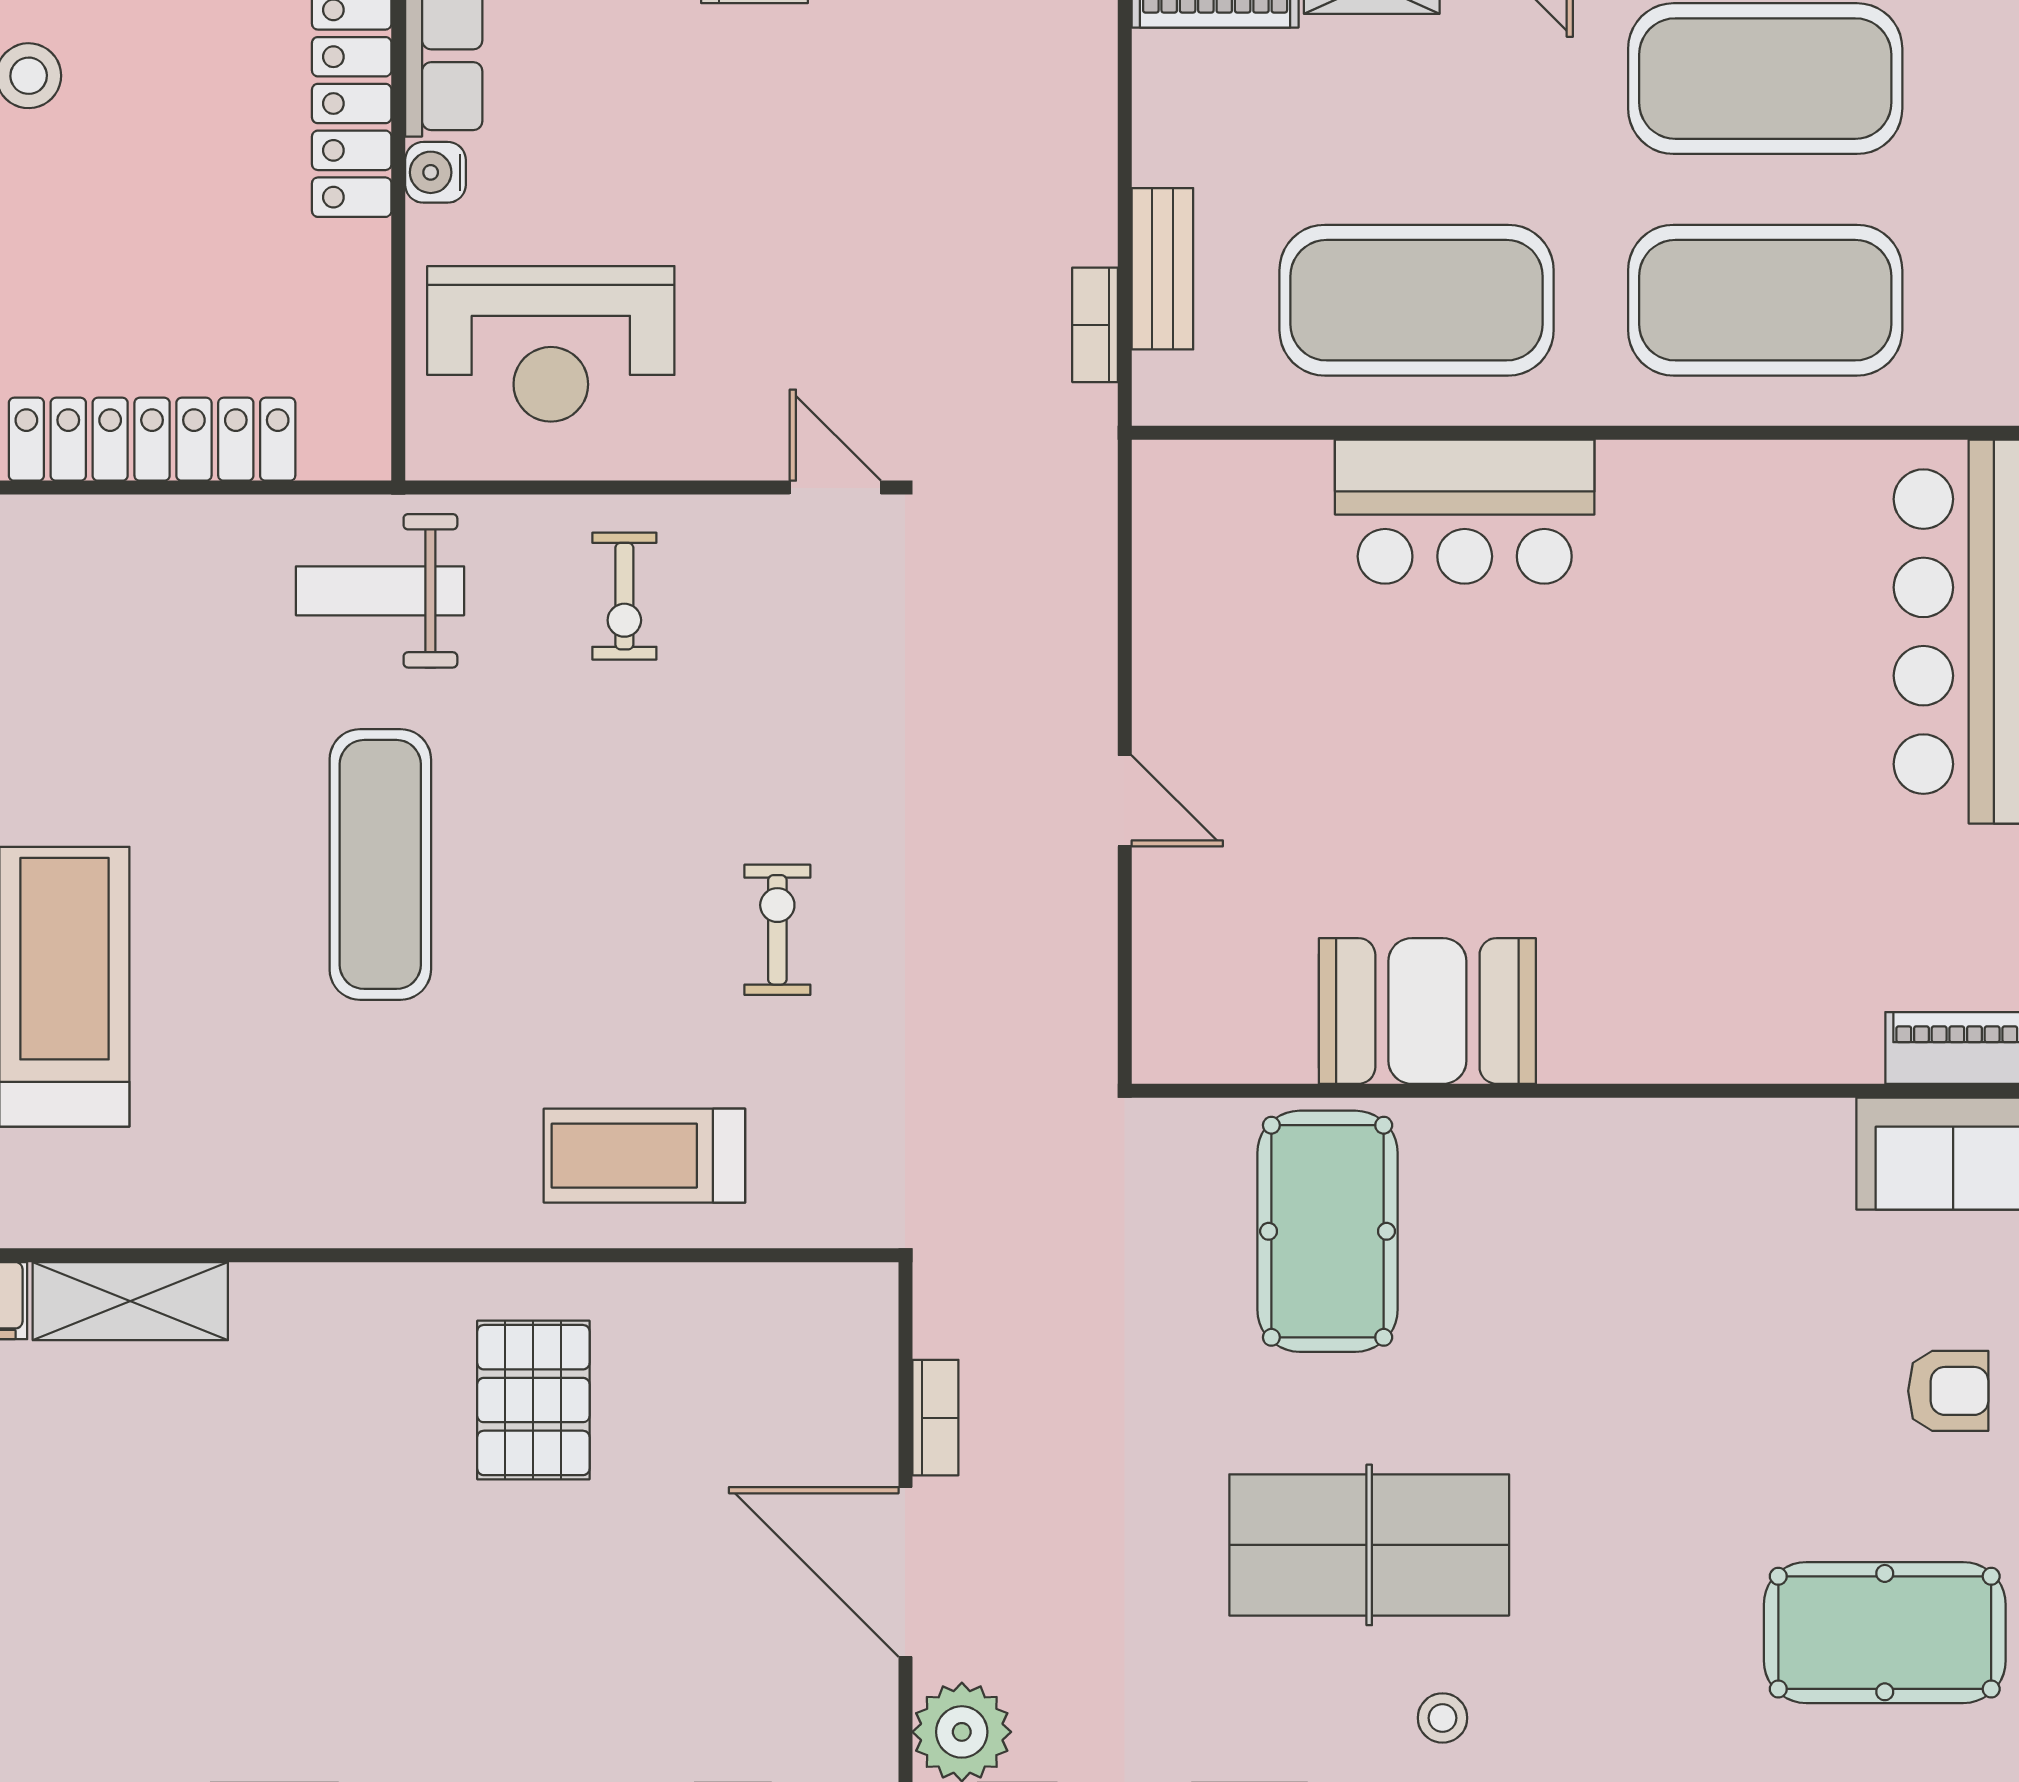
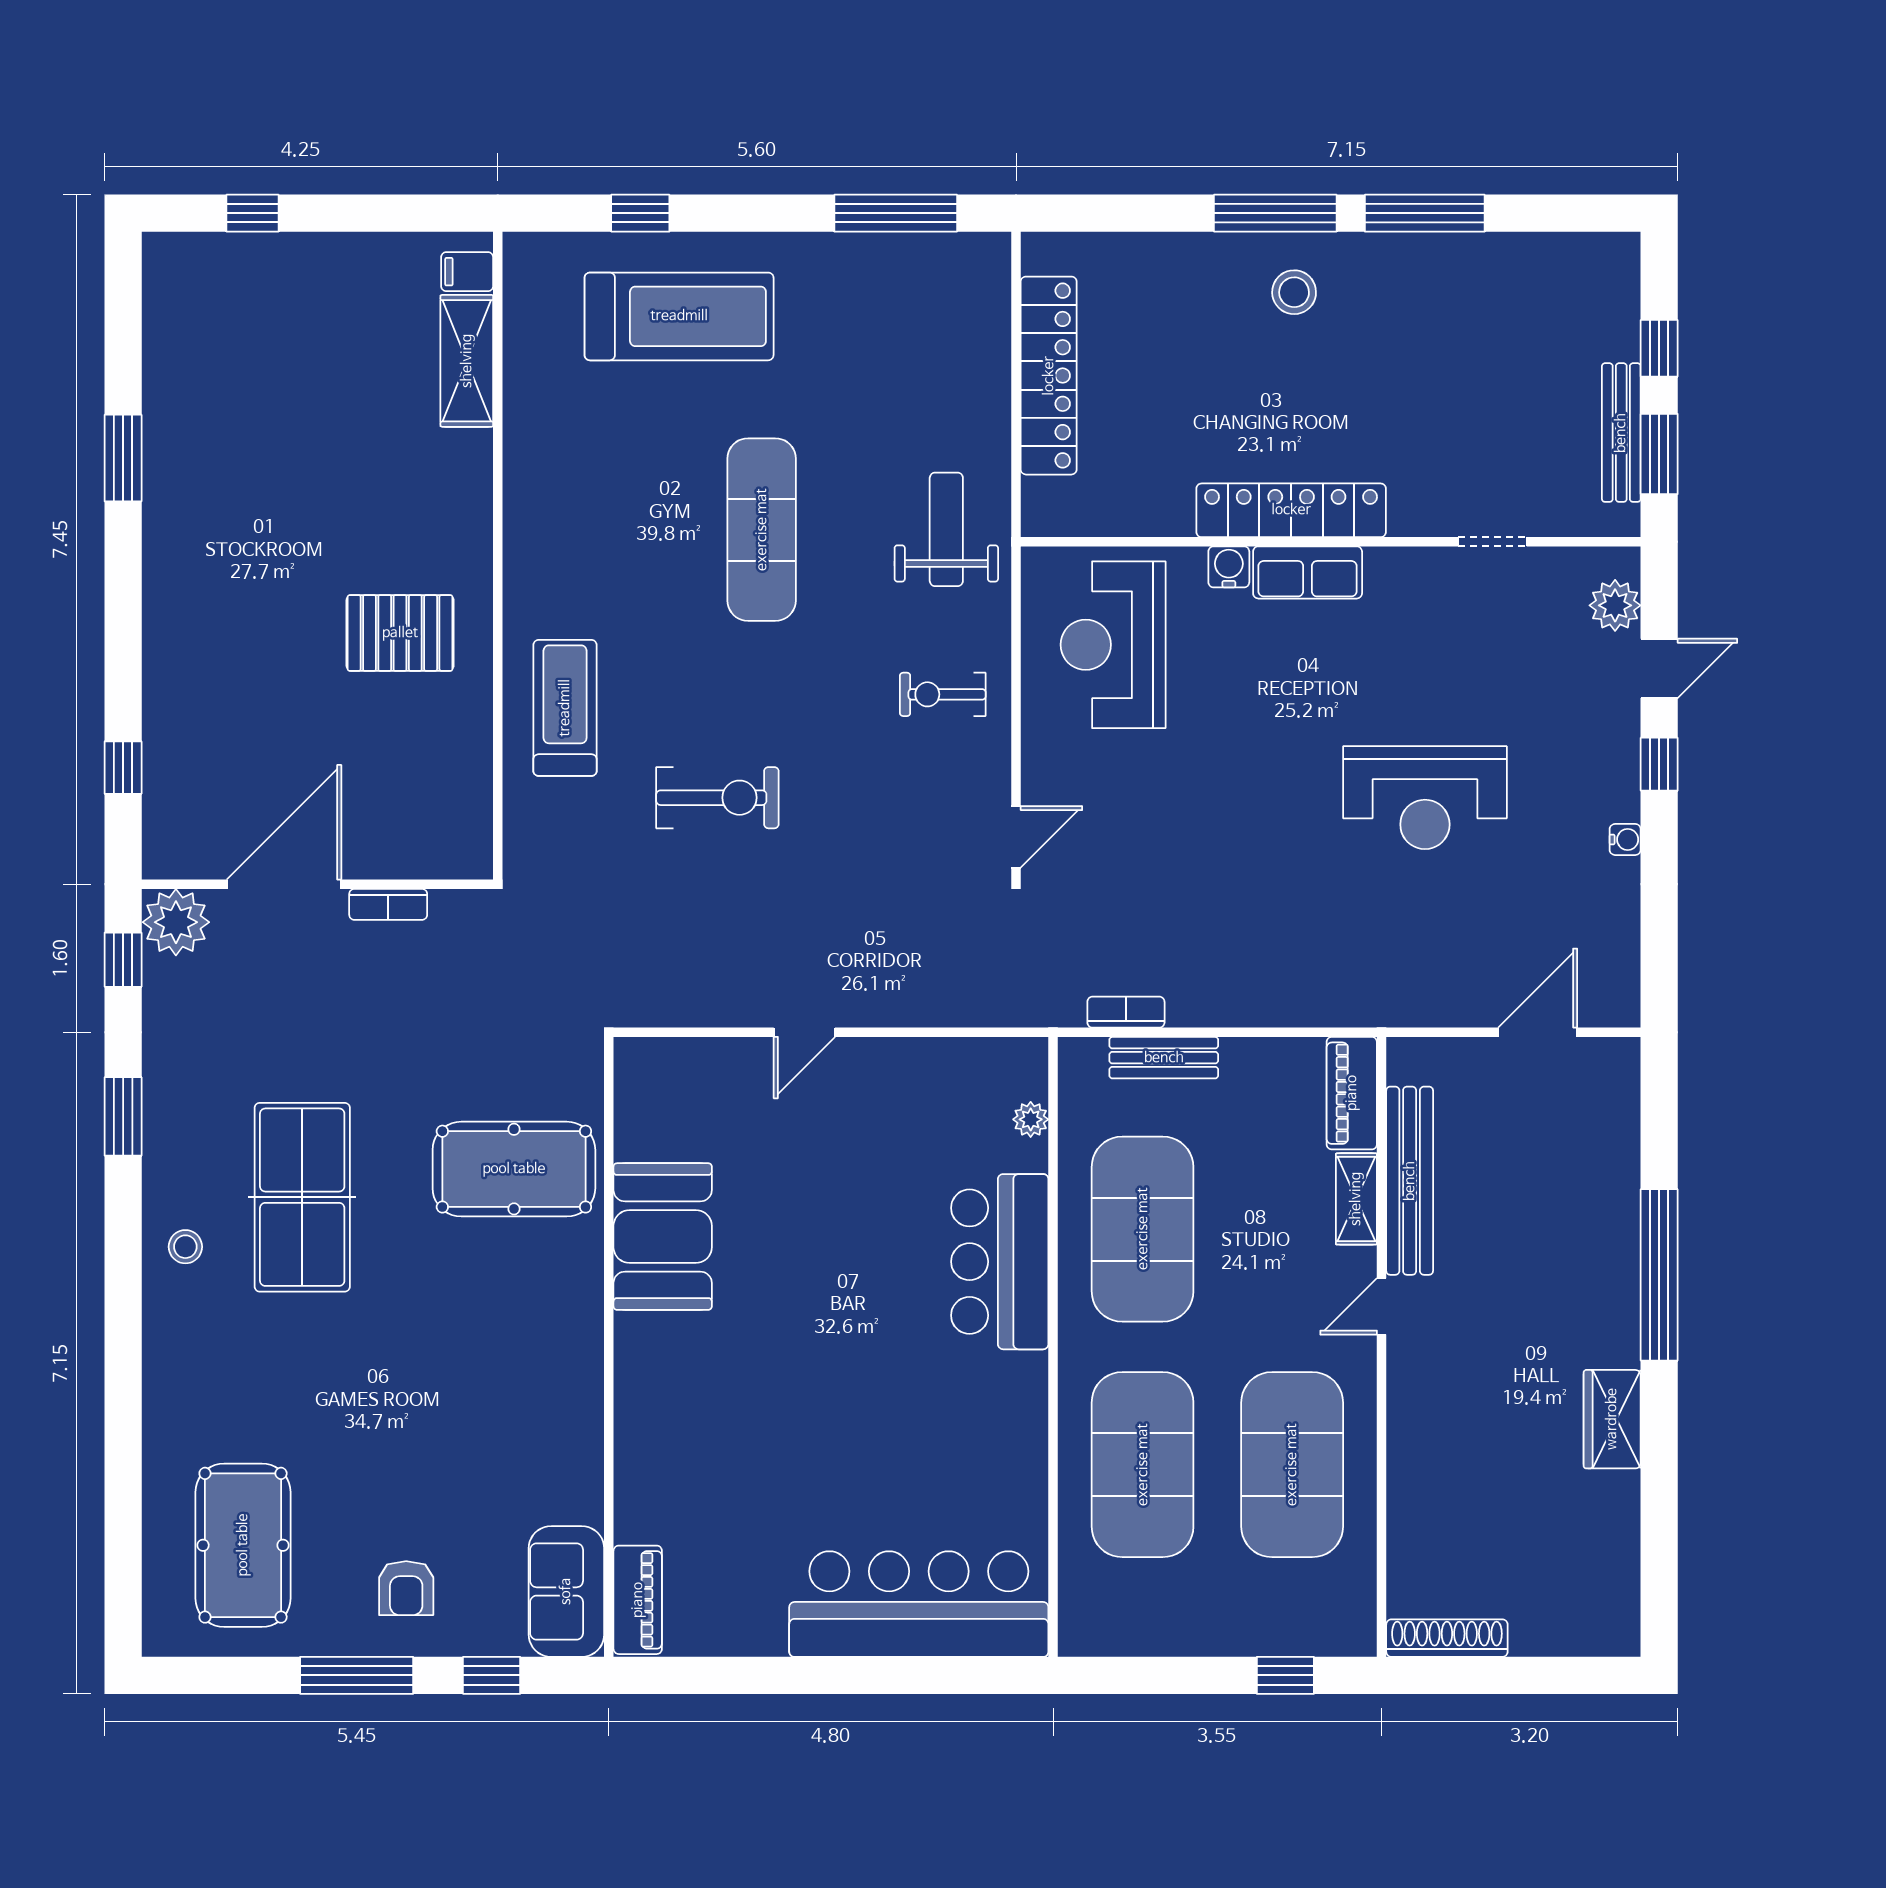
plant: (1254, 466) -> (1031, 1119), added
exercise mat: (380, 864) -> (762, 530), turned 90
exercise bike: (777, 930) -> (717, 798), width x1.38, depth x1.39

